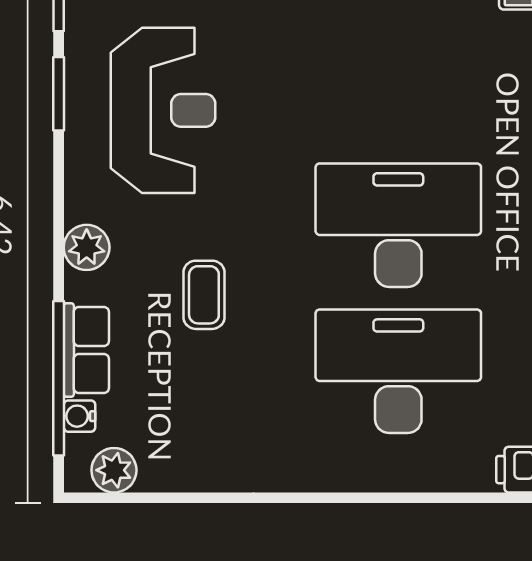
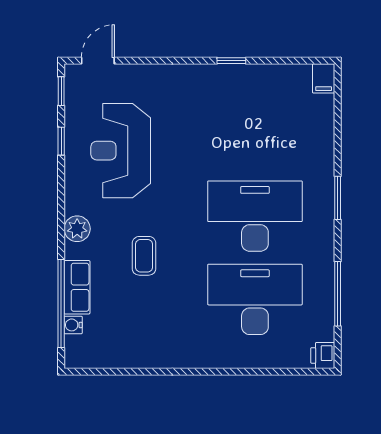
window: (59, 94) -> (61, 141), width x0.67
reception desk: (163, 110) -> (121, 151), turned 180
plant: (114, 470) -> (93, 356), removed

